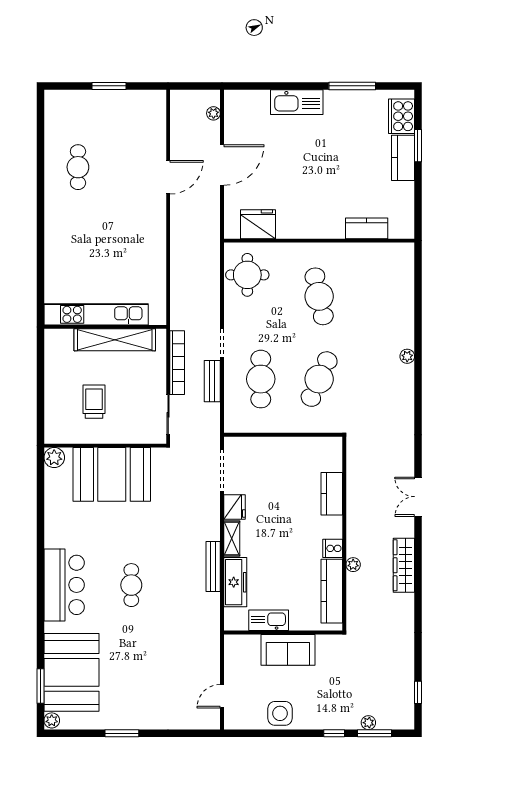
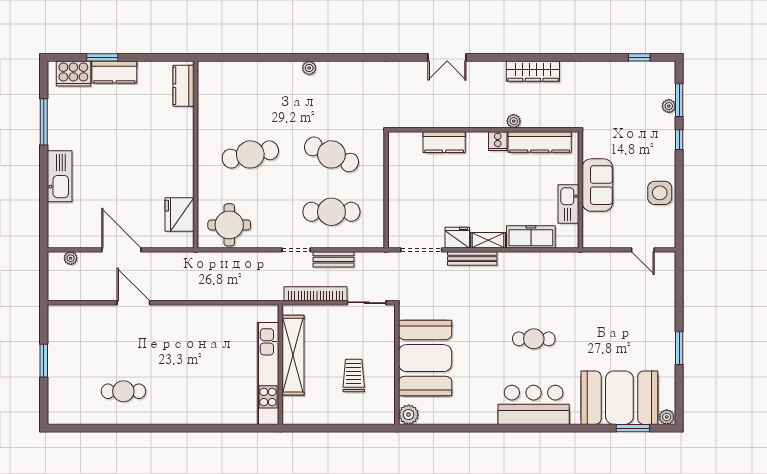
kitchen counter: (367, 228) -> (183, 86), moved
trolley: (94, 402) -> (354, 375), turned 90
wardrobe: (404, 565) -> (533, 71), moved
bench: (213, 567) -> (472, 258), moved

